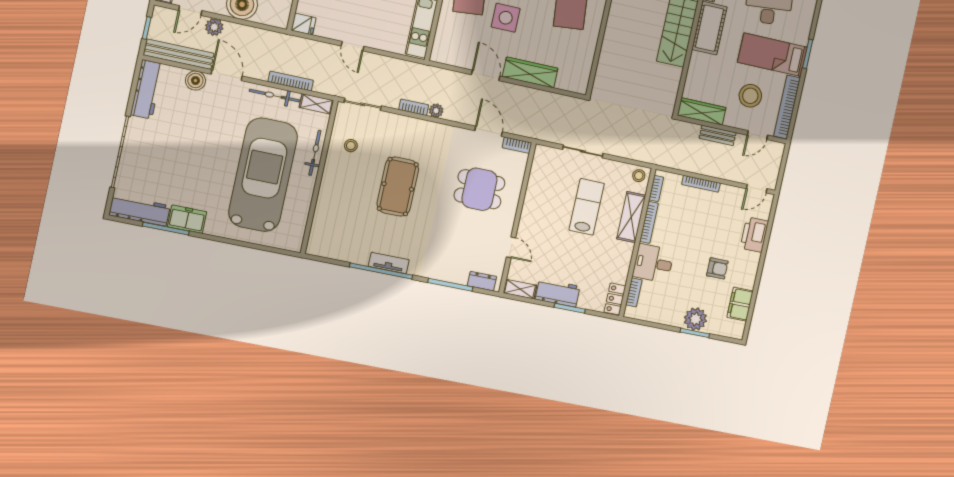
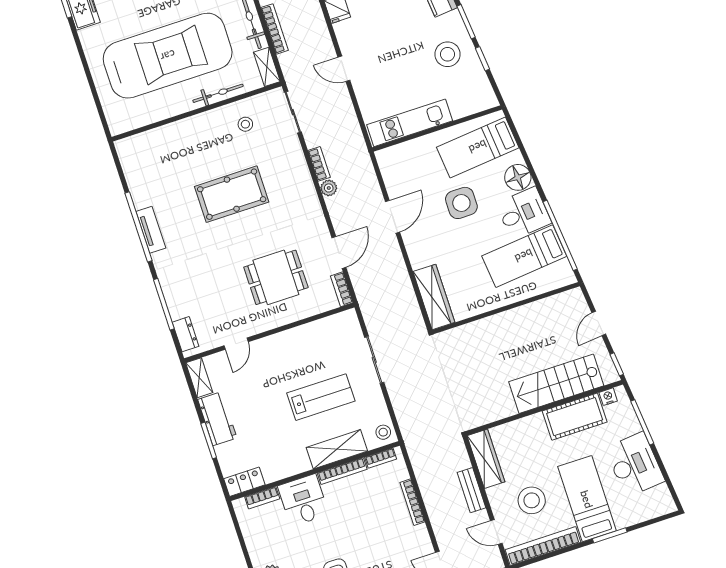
door: (353, 46) -> (344, 69), hinge flipped
wardrobe: (530, 73) -> (434, 297), moved
dining table: (479, 189) -> (276, 277), turned 90

